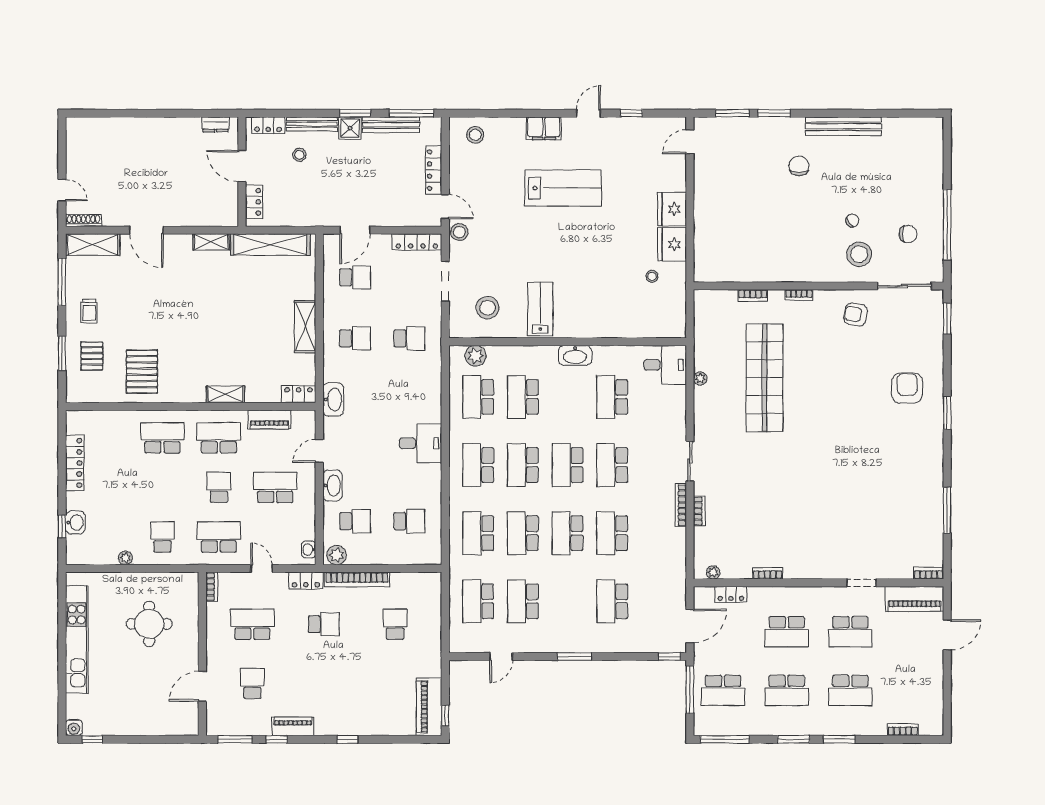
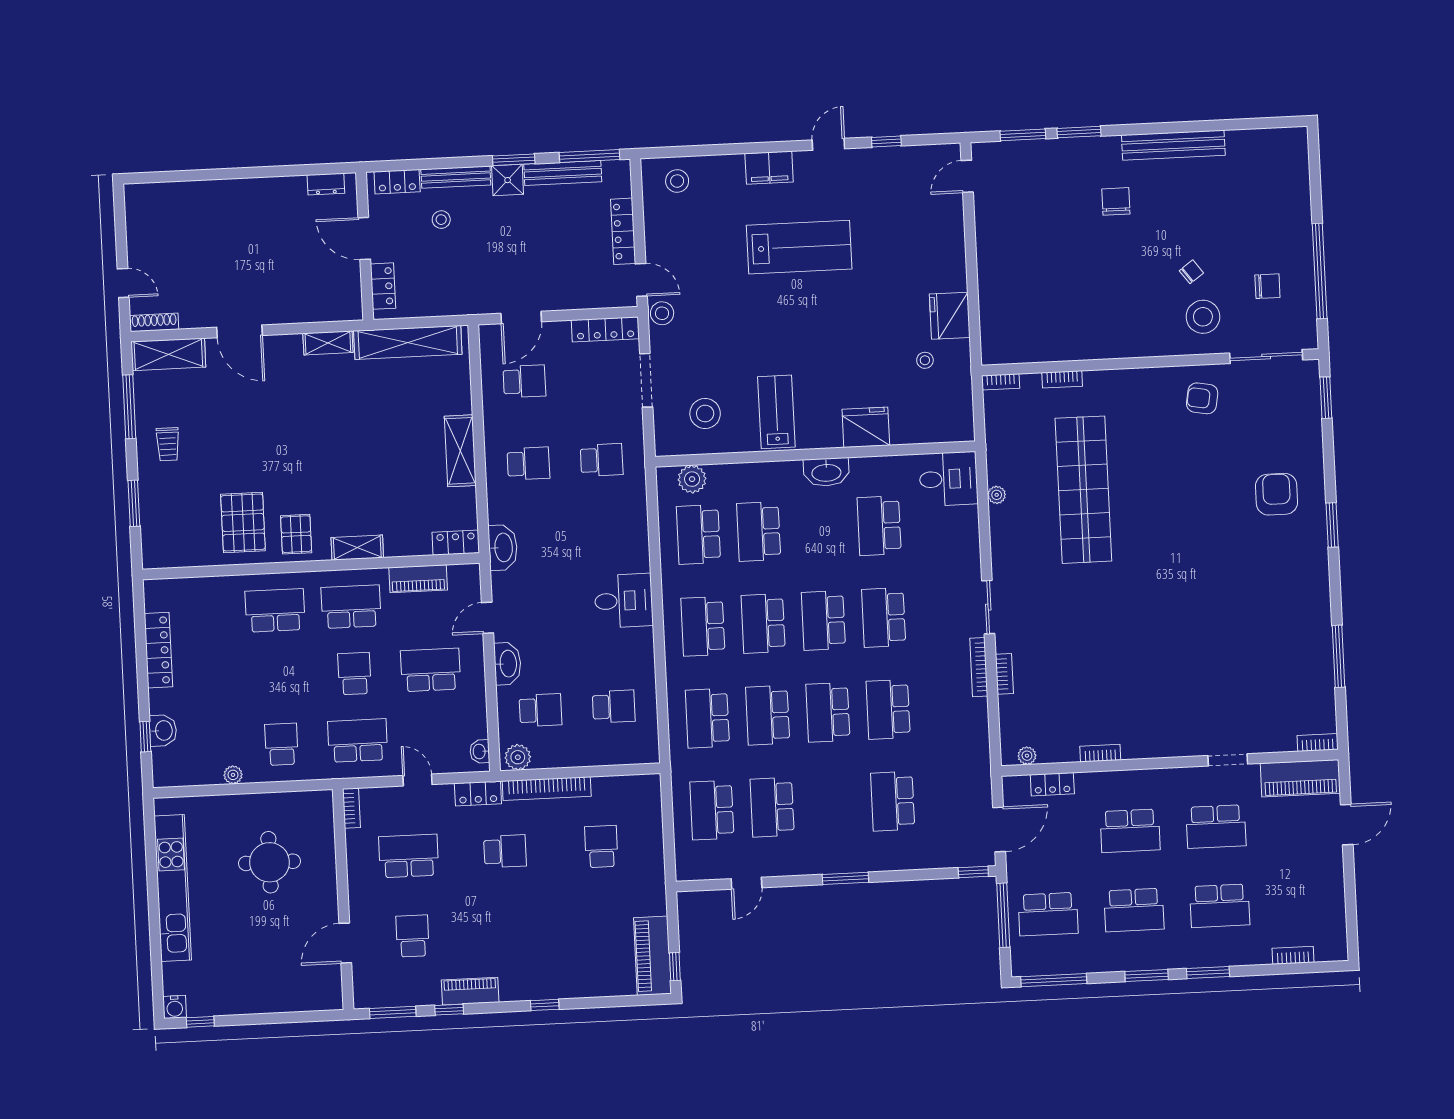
fridge: (672, 209) -> (866, 427), moved, turned 90
bookcase: (799, 295) -> (1001, 382), moved
pallet: (92, 356) -> (296, 534), moved

